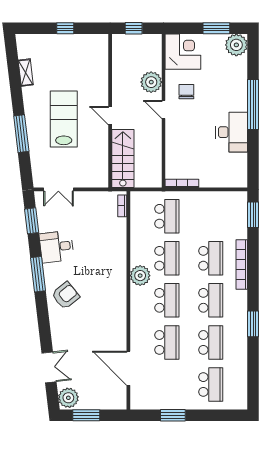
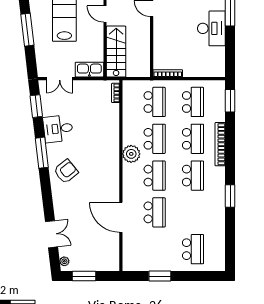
kitchen sink: (92, 179) -> (89, 70), added
school desk: (211, 342) -> (193, 102), moved
door: (128, 368) -> (121, 217), moved
plant: (68, 398) -> (64, 261), width x0.53, depth x0.53

